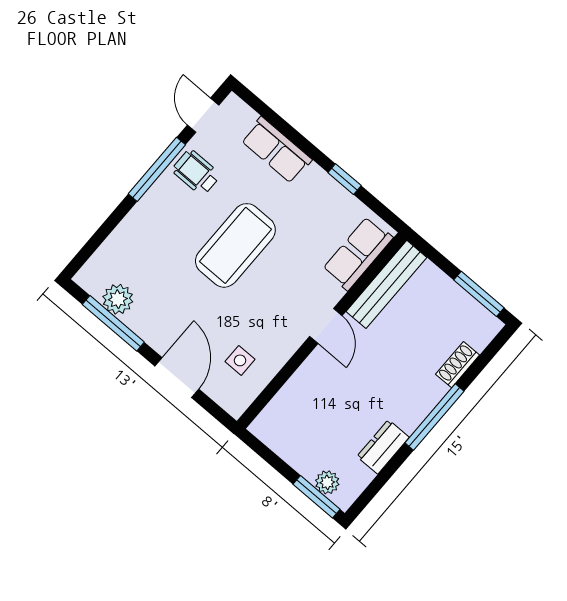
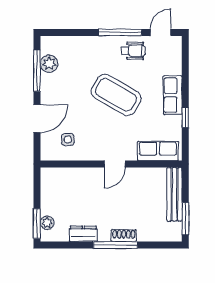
row of seats: (276, 150) -> (173, 95), moved
wheelchair: (196, 172) -> (133, 51), turned 90
coffee table: (235, 245) -> (116, 95), turned 30
bench: (386, 284) -> (174, 194), moved, turned 90
shoe rack: (458, 365) -> (124, 236), moved

